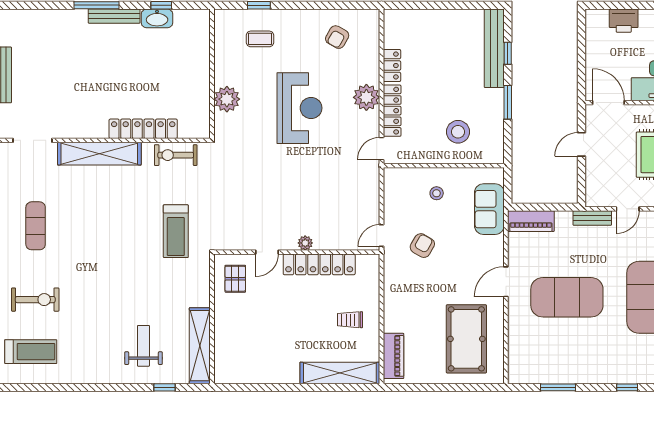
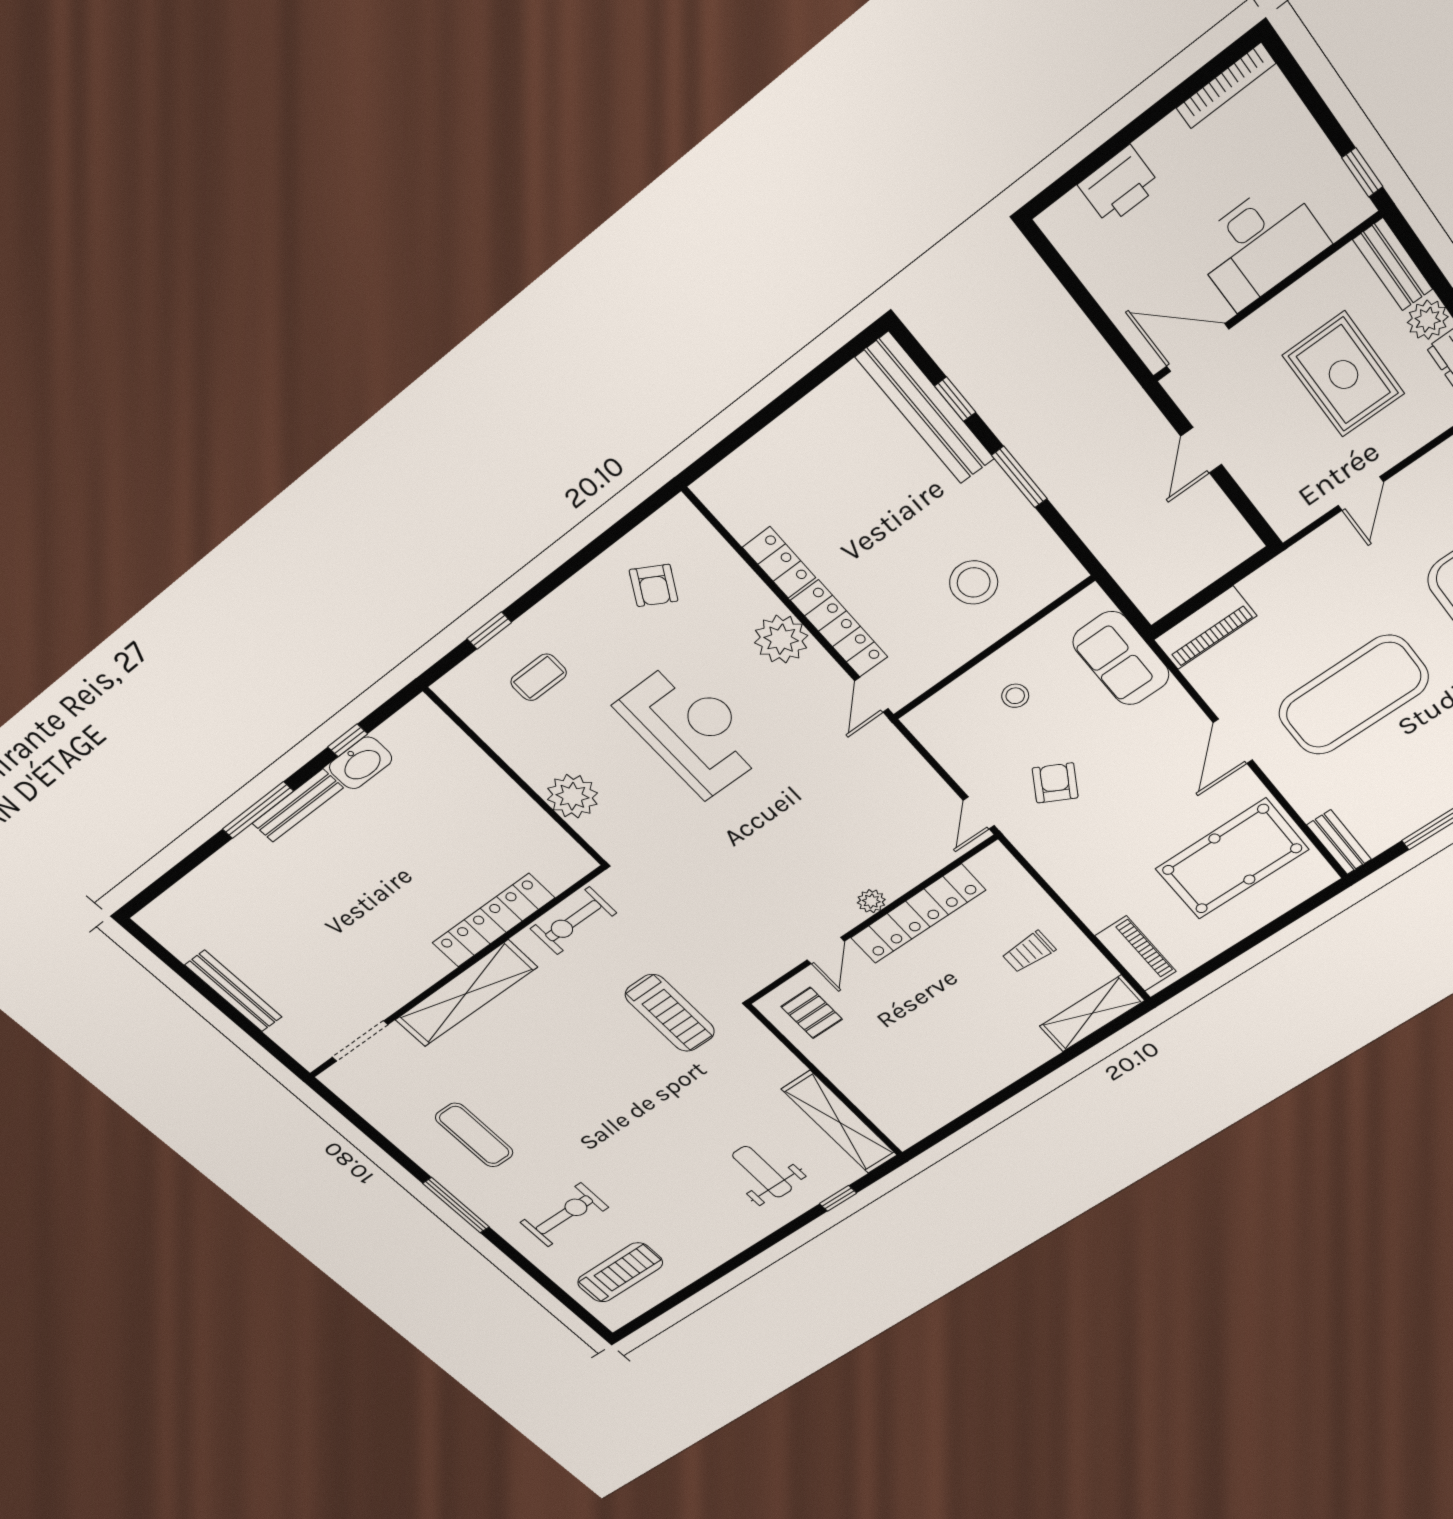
bench: (592, 218) -> (1339, 842), moved, turned 90
pool table: (466, 339) -> (1232, 859), turned 90
shelving: (340, 373) -> (1092, 1013), width x0.68

